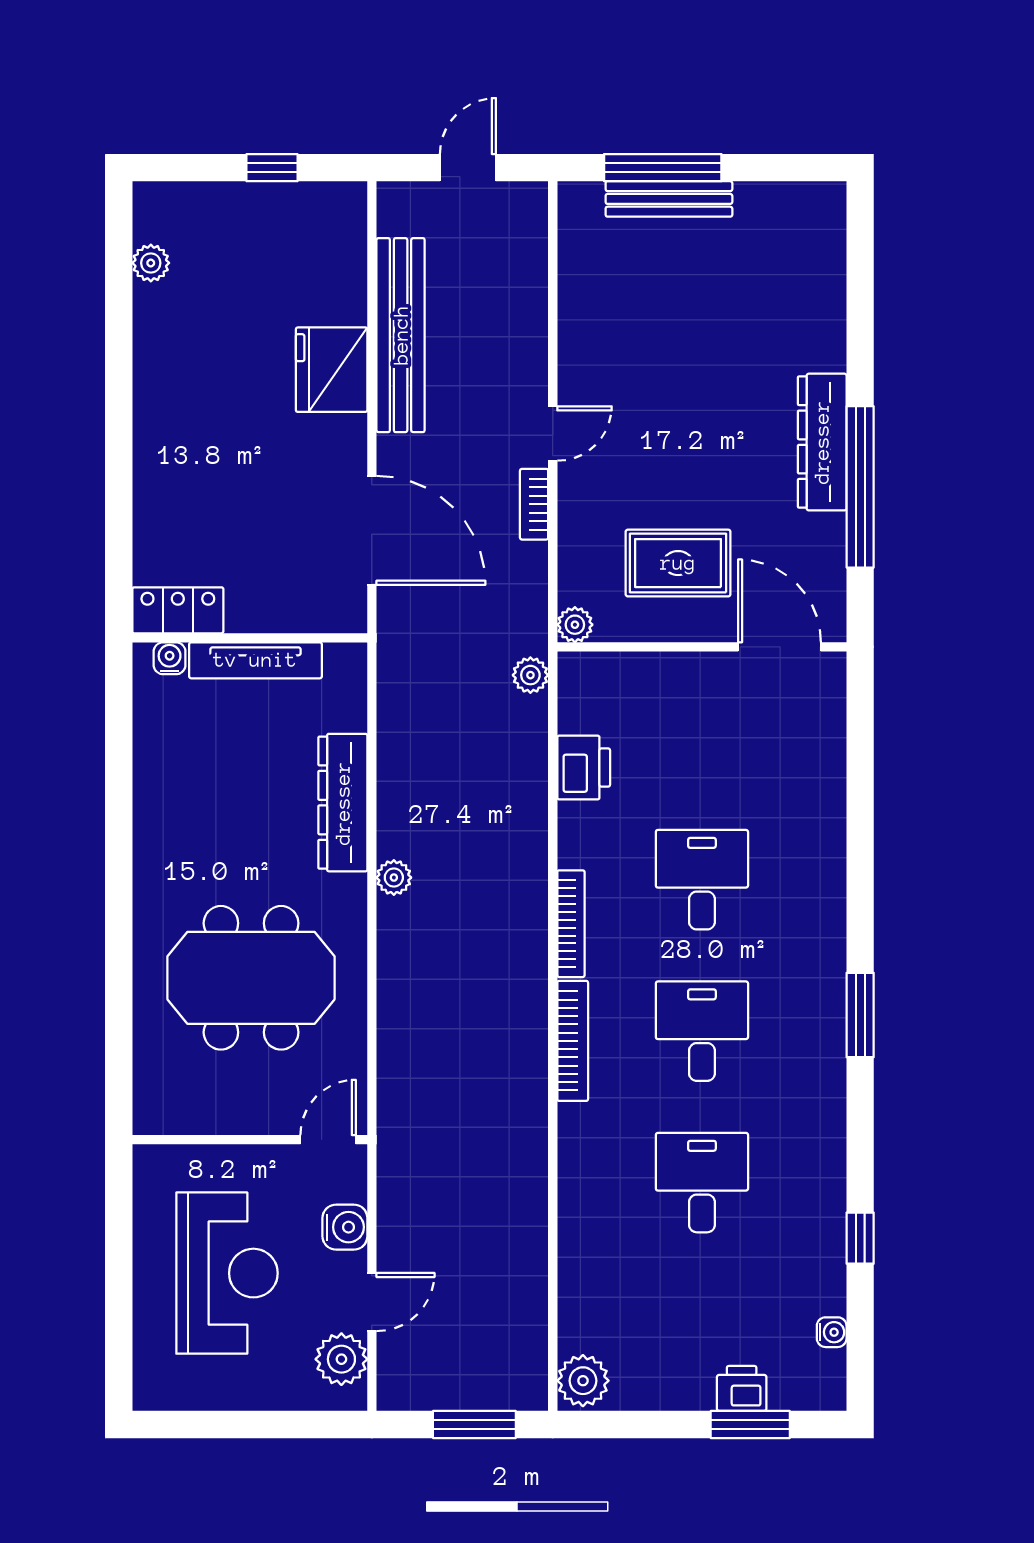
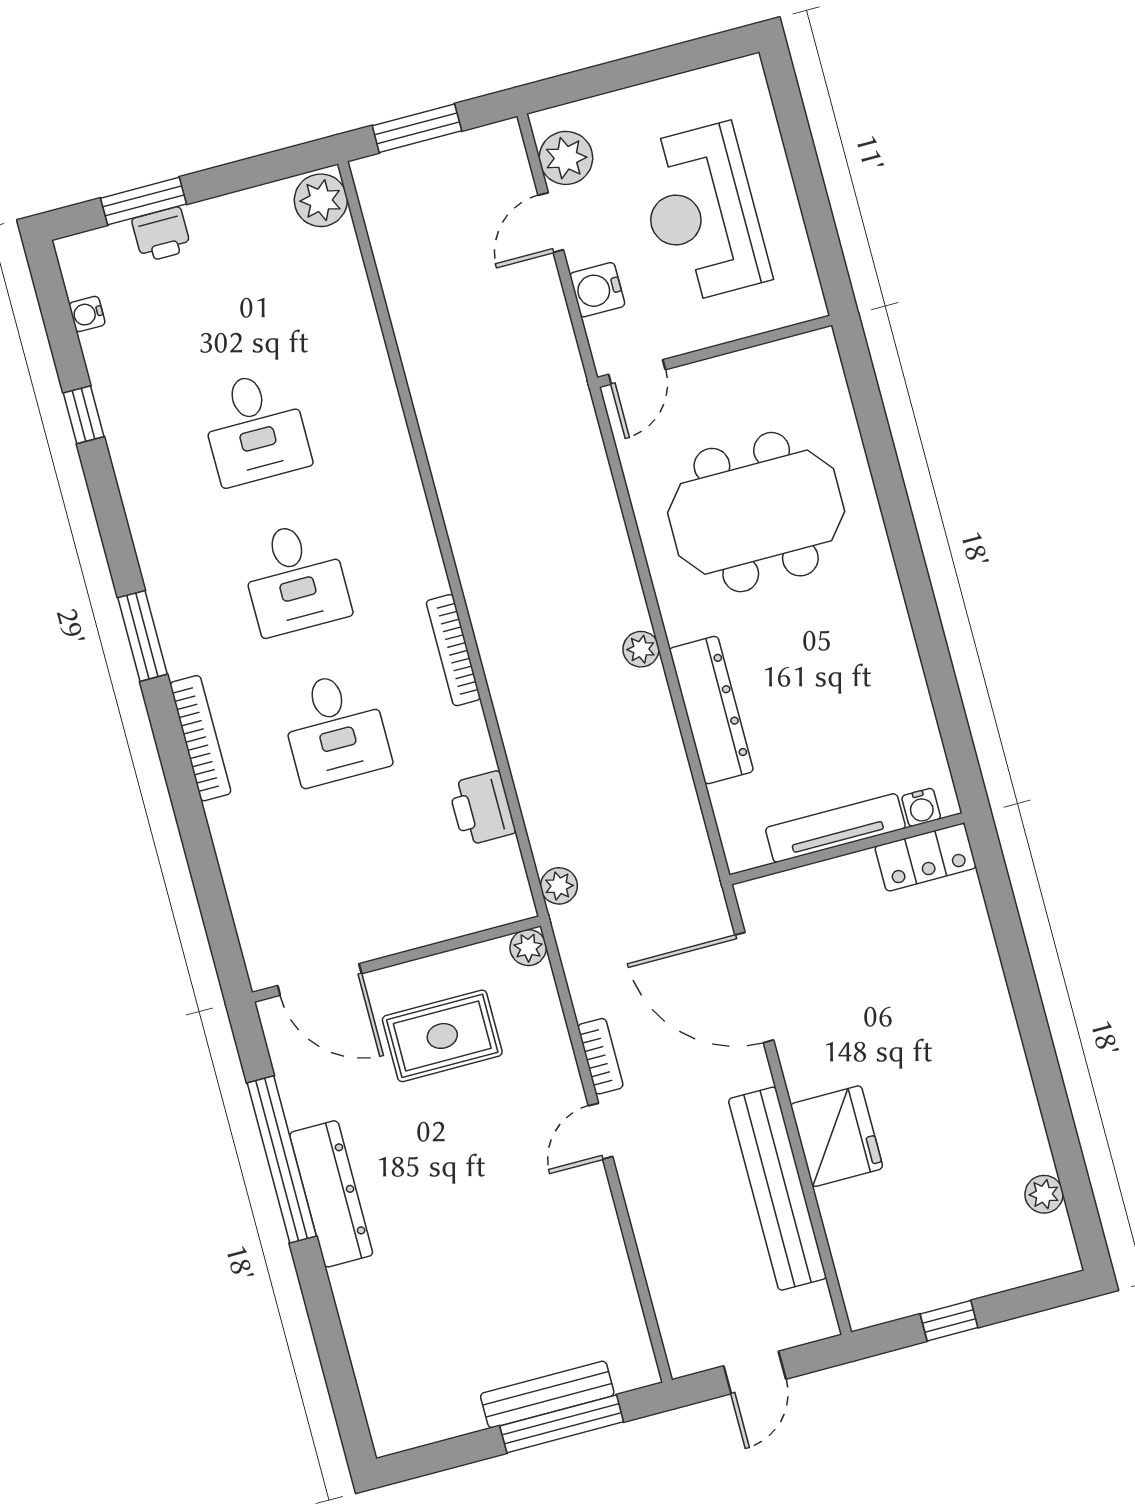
bookcase: (573, 1041) -> (200, 738), moved, turned 180

